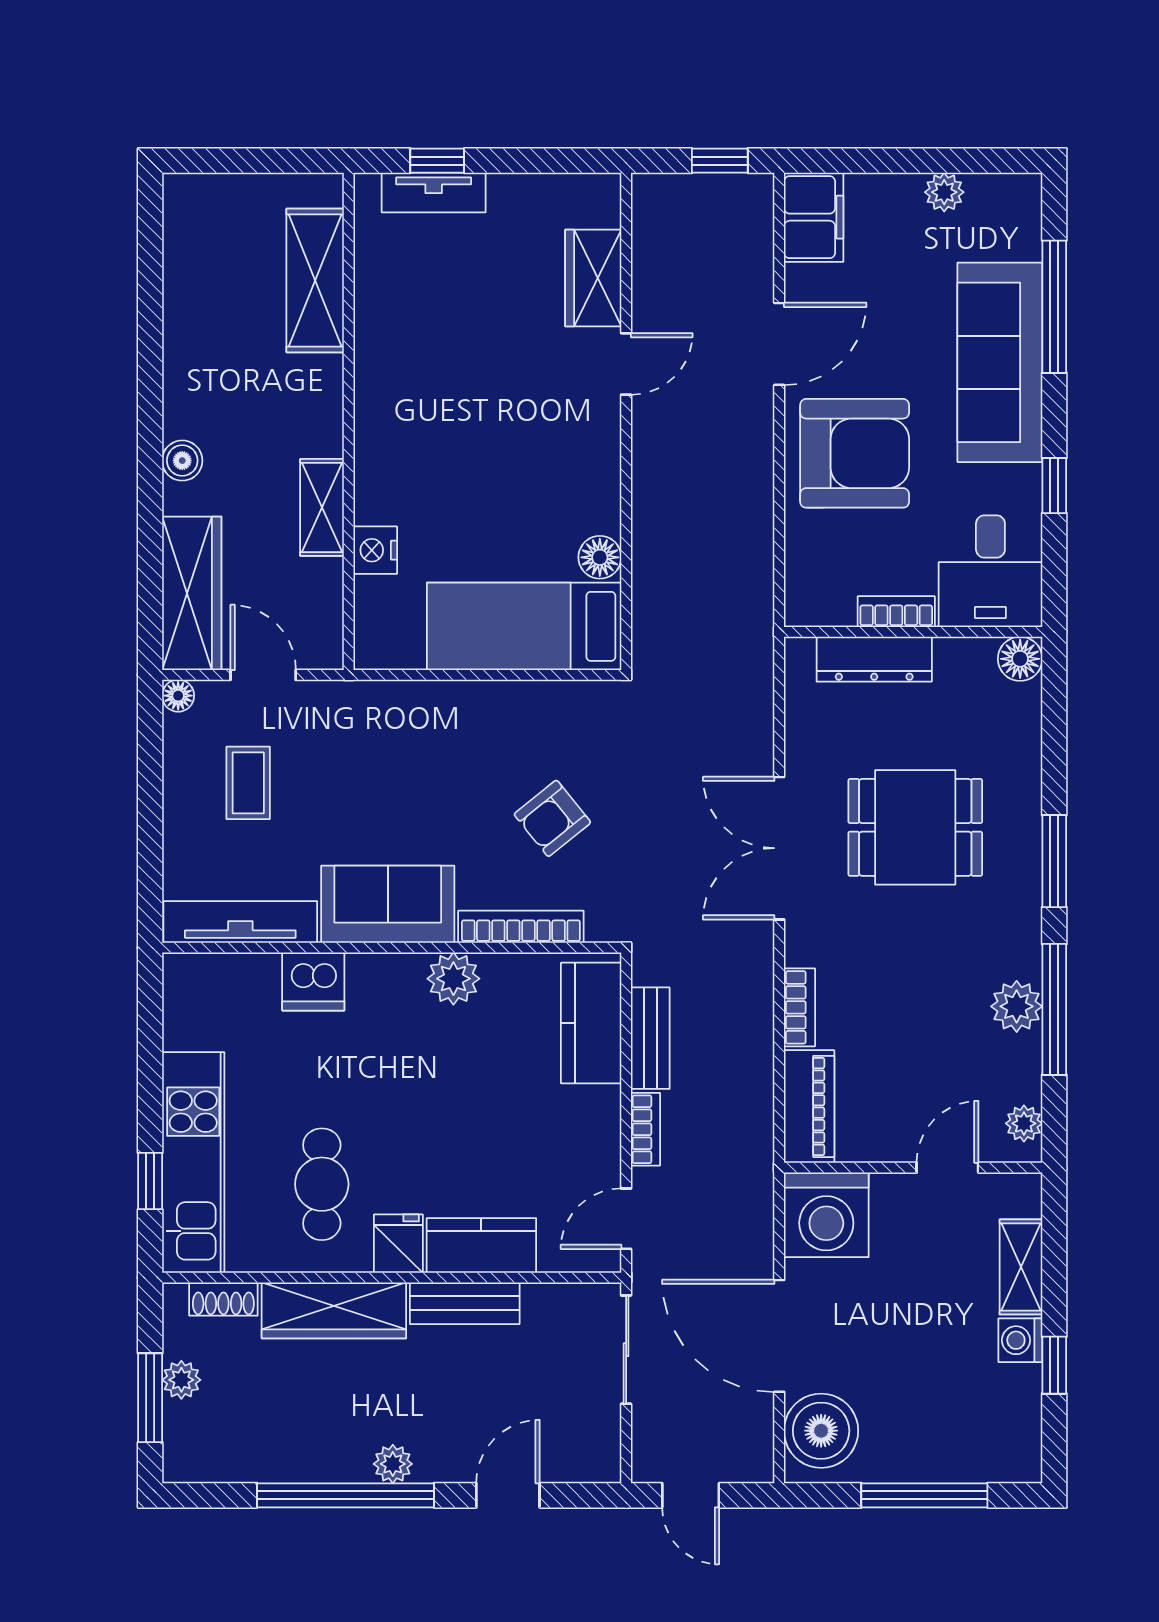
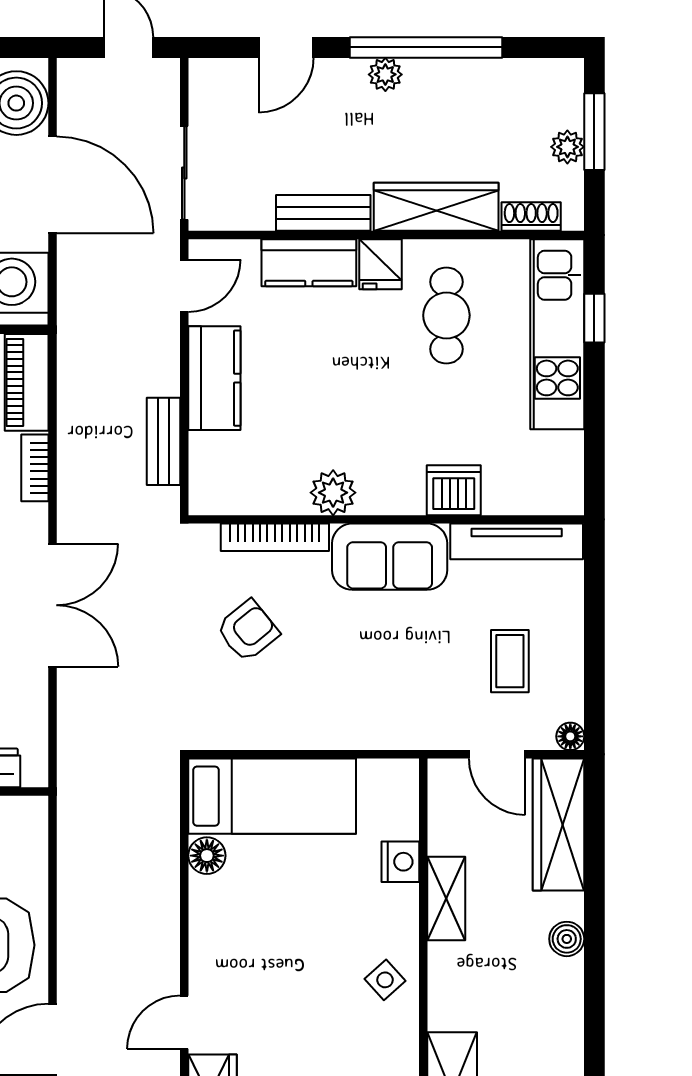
side table: (393, 413) -> (385, 980), added
kitchen counter: (591, 1023) -> (214, 378), moved
bookcase: (645, 1129) -> (168, 363), removed

